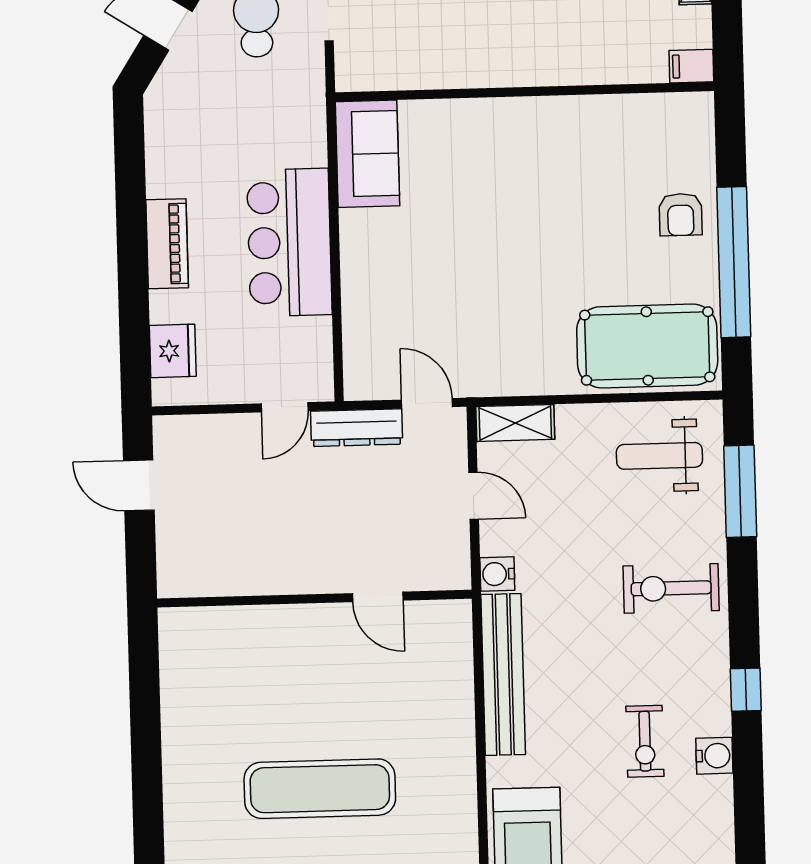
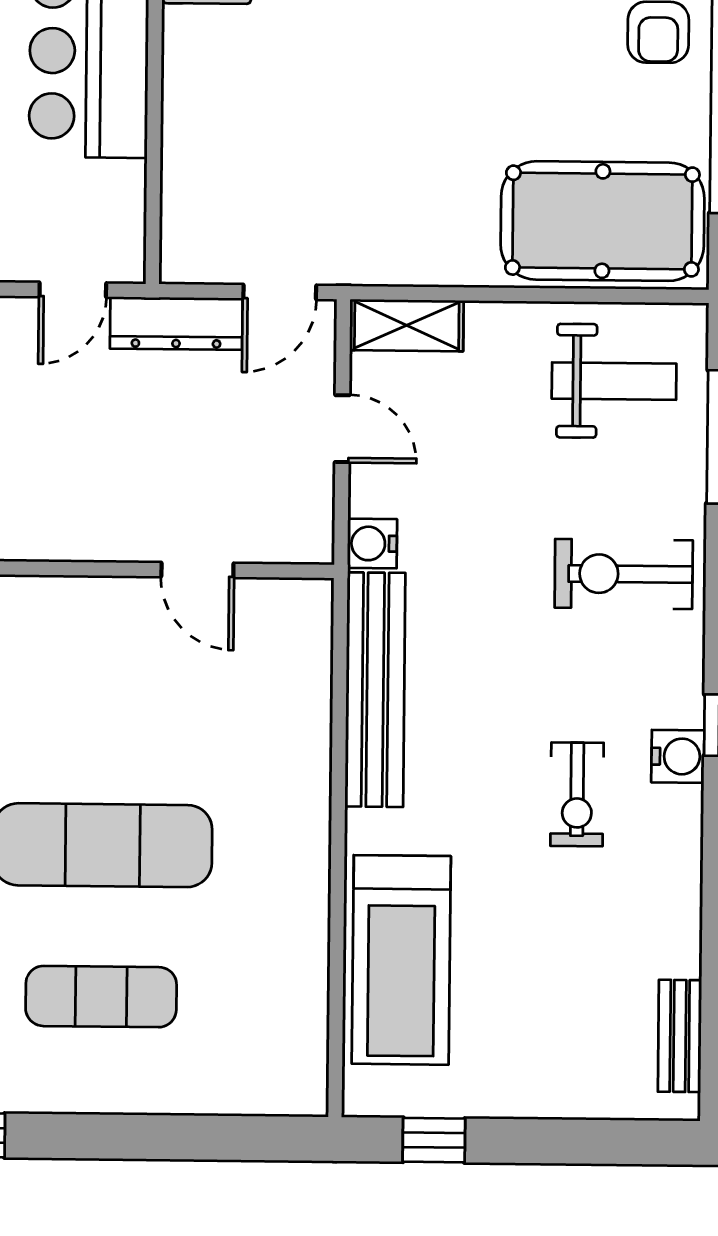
door: (427, 403) -> (280, 292), swing flipped
weight bench: (659, 456) -> (614, 381), turned 180
water cooler: (714, 756) -> (678, 756), moved

